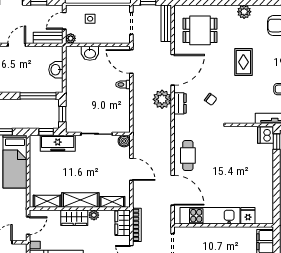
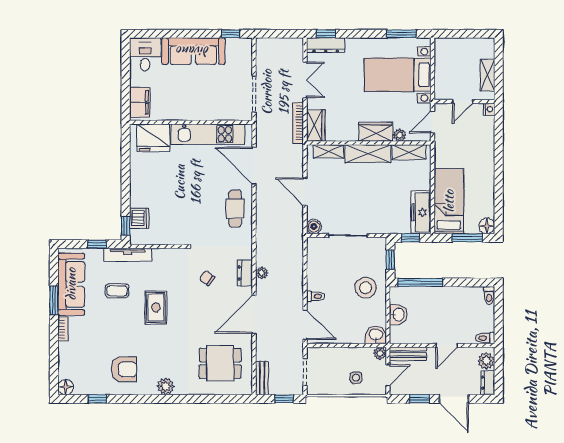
bench: (166, 23) -> (262, 378), width x0.73
washbasin: (90, 53) -> (376, 335), moved
rug: (243, 62) -> (156, 307), moved
stool: (82, 92) -> (366, 288), added
plant: (162, 99) -> (262, 273), width x0.53, depth x0.53
dishwasher: (266, 135) -> (139, 218), moved
freezer: (58, 143) -> (421, 212), moved, turned -90
plant: (94, 215) -> (400, 135), moved
fridge: (248, 216) -> (153, 138), width x1.88, depth x1.34

